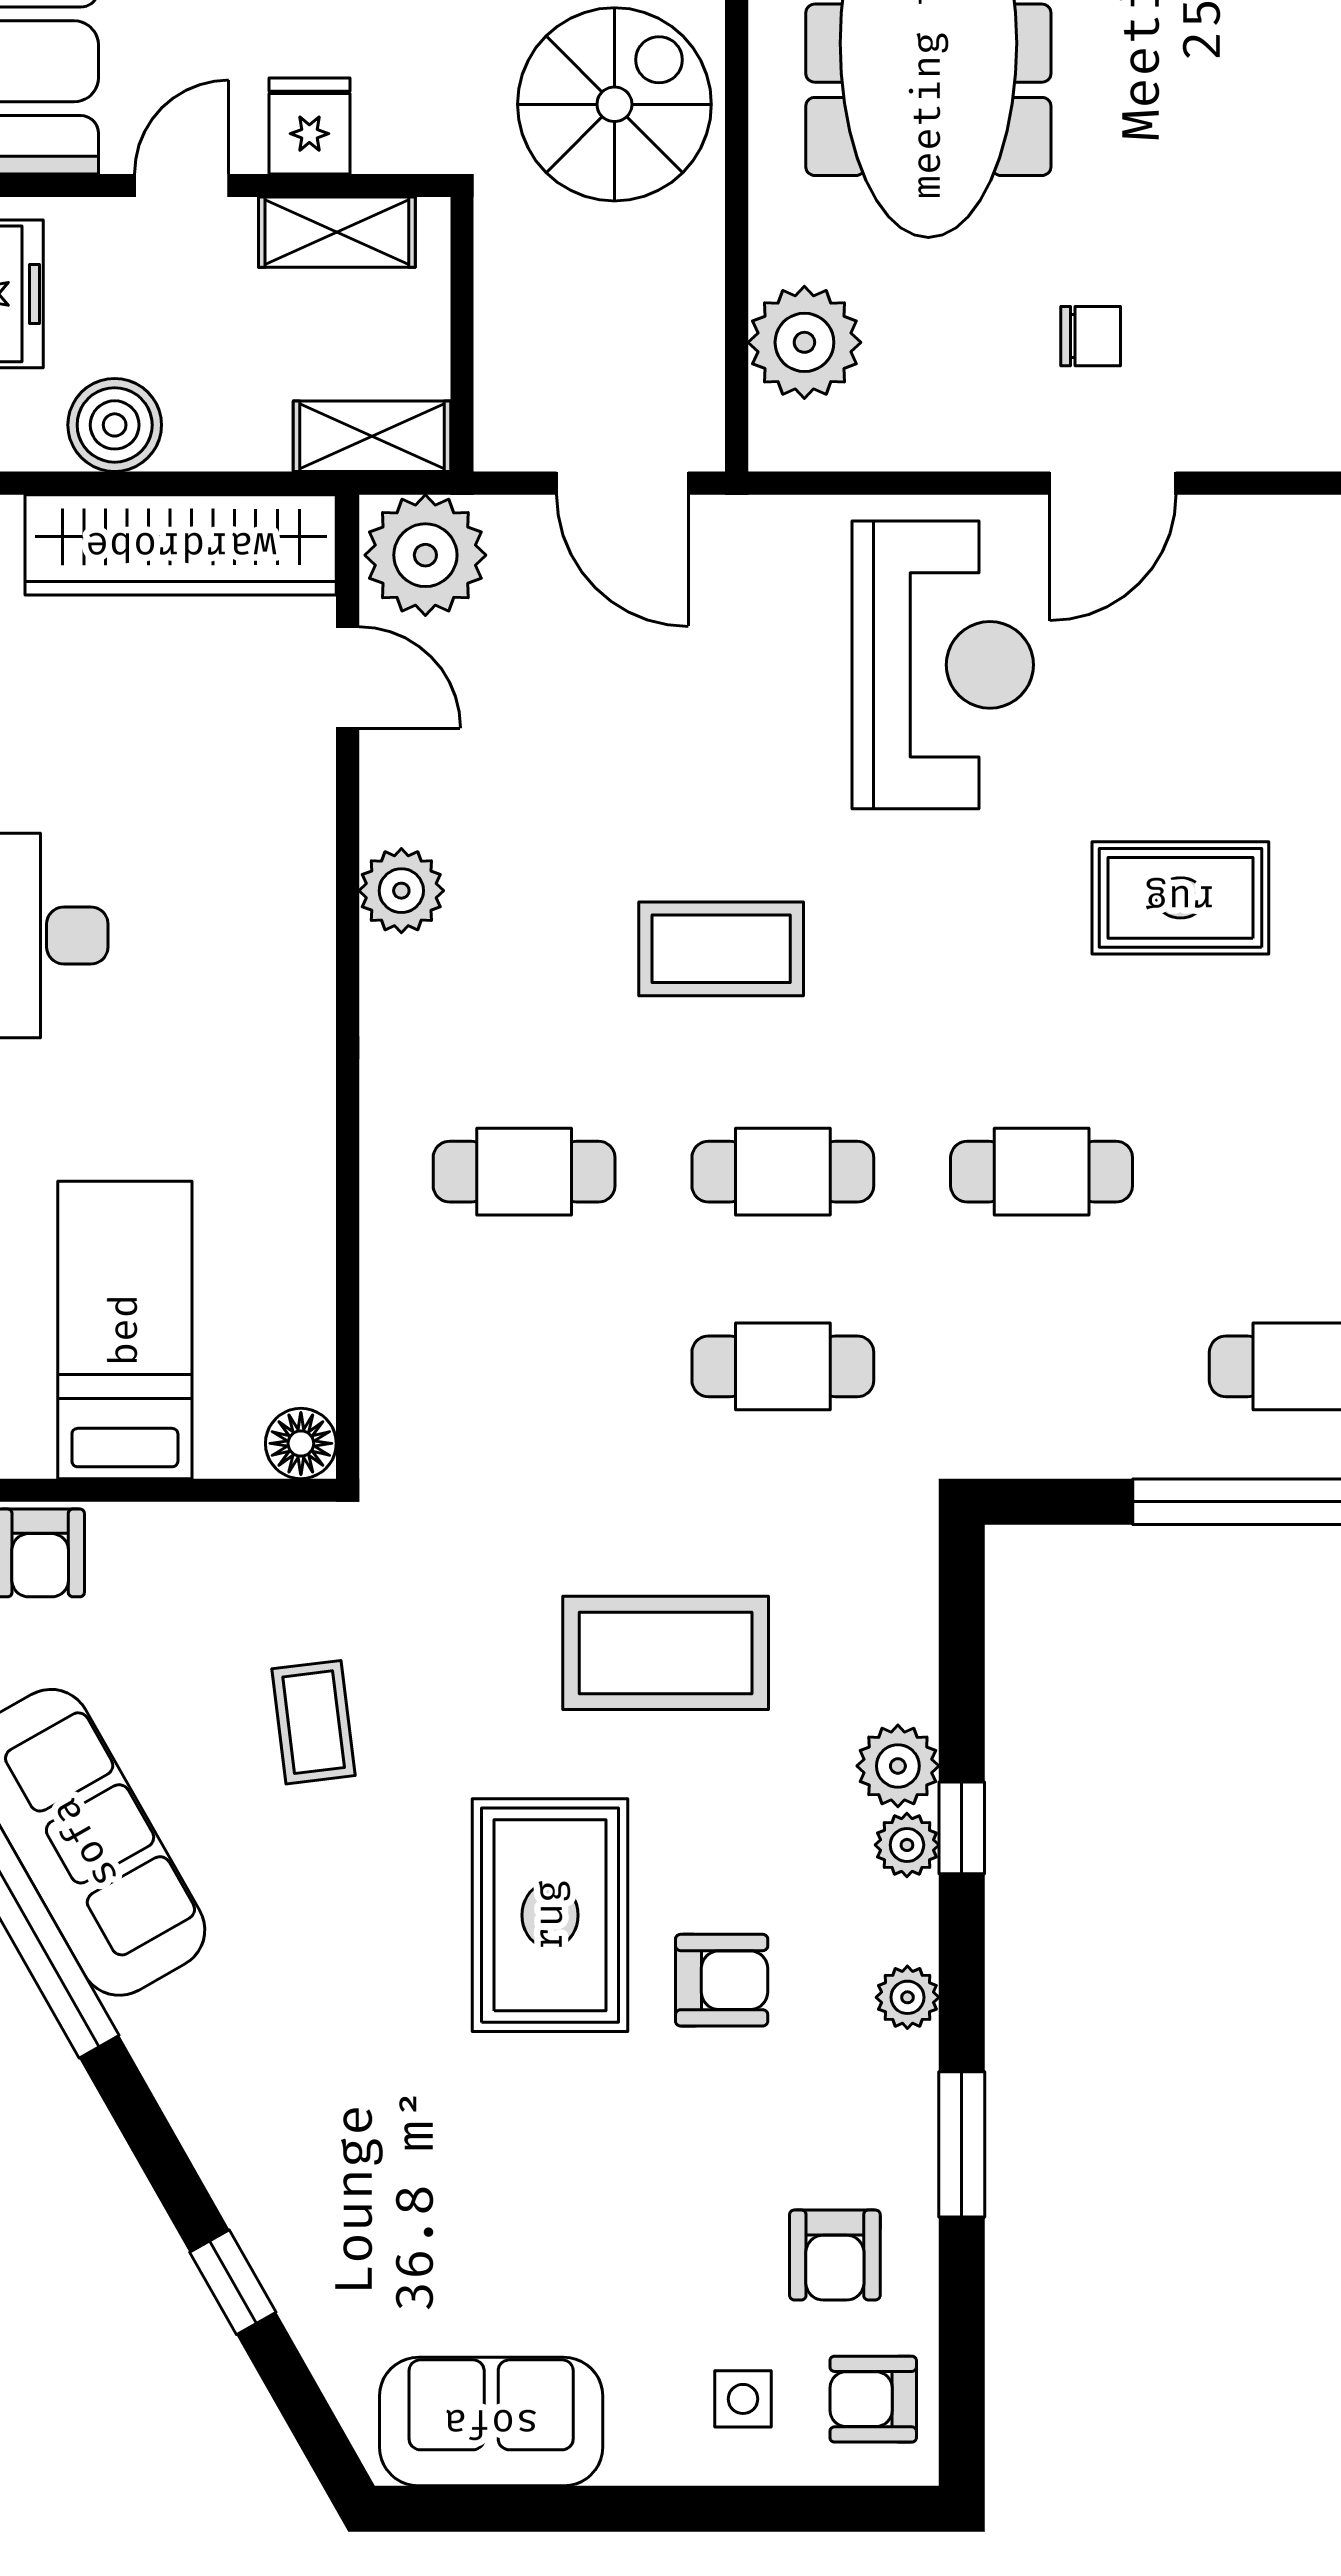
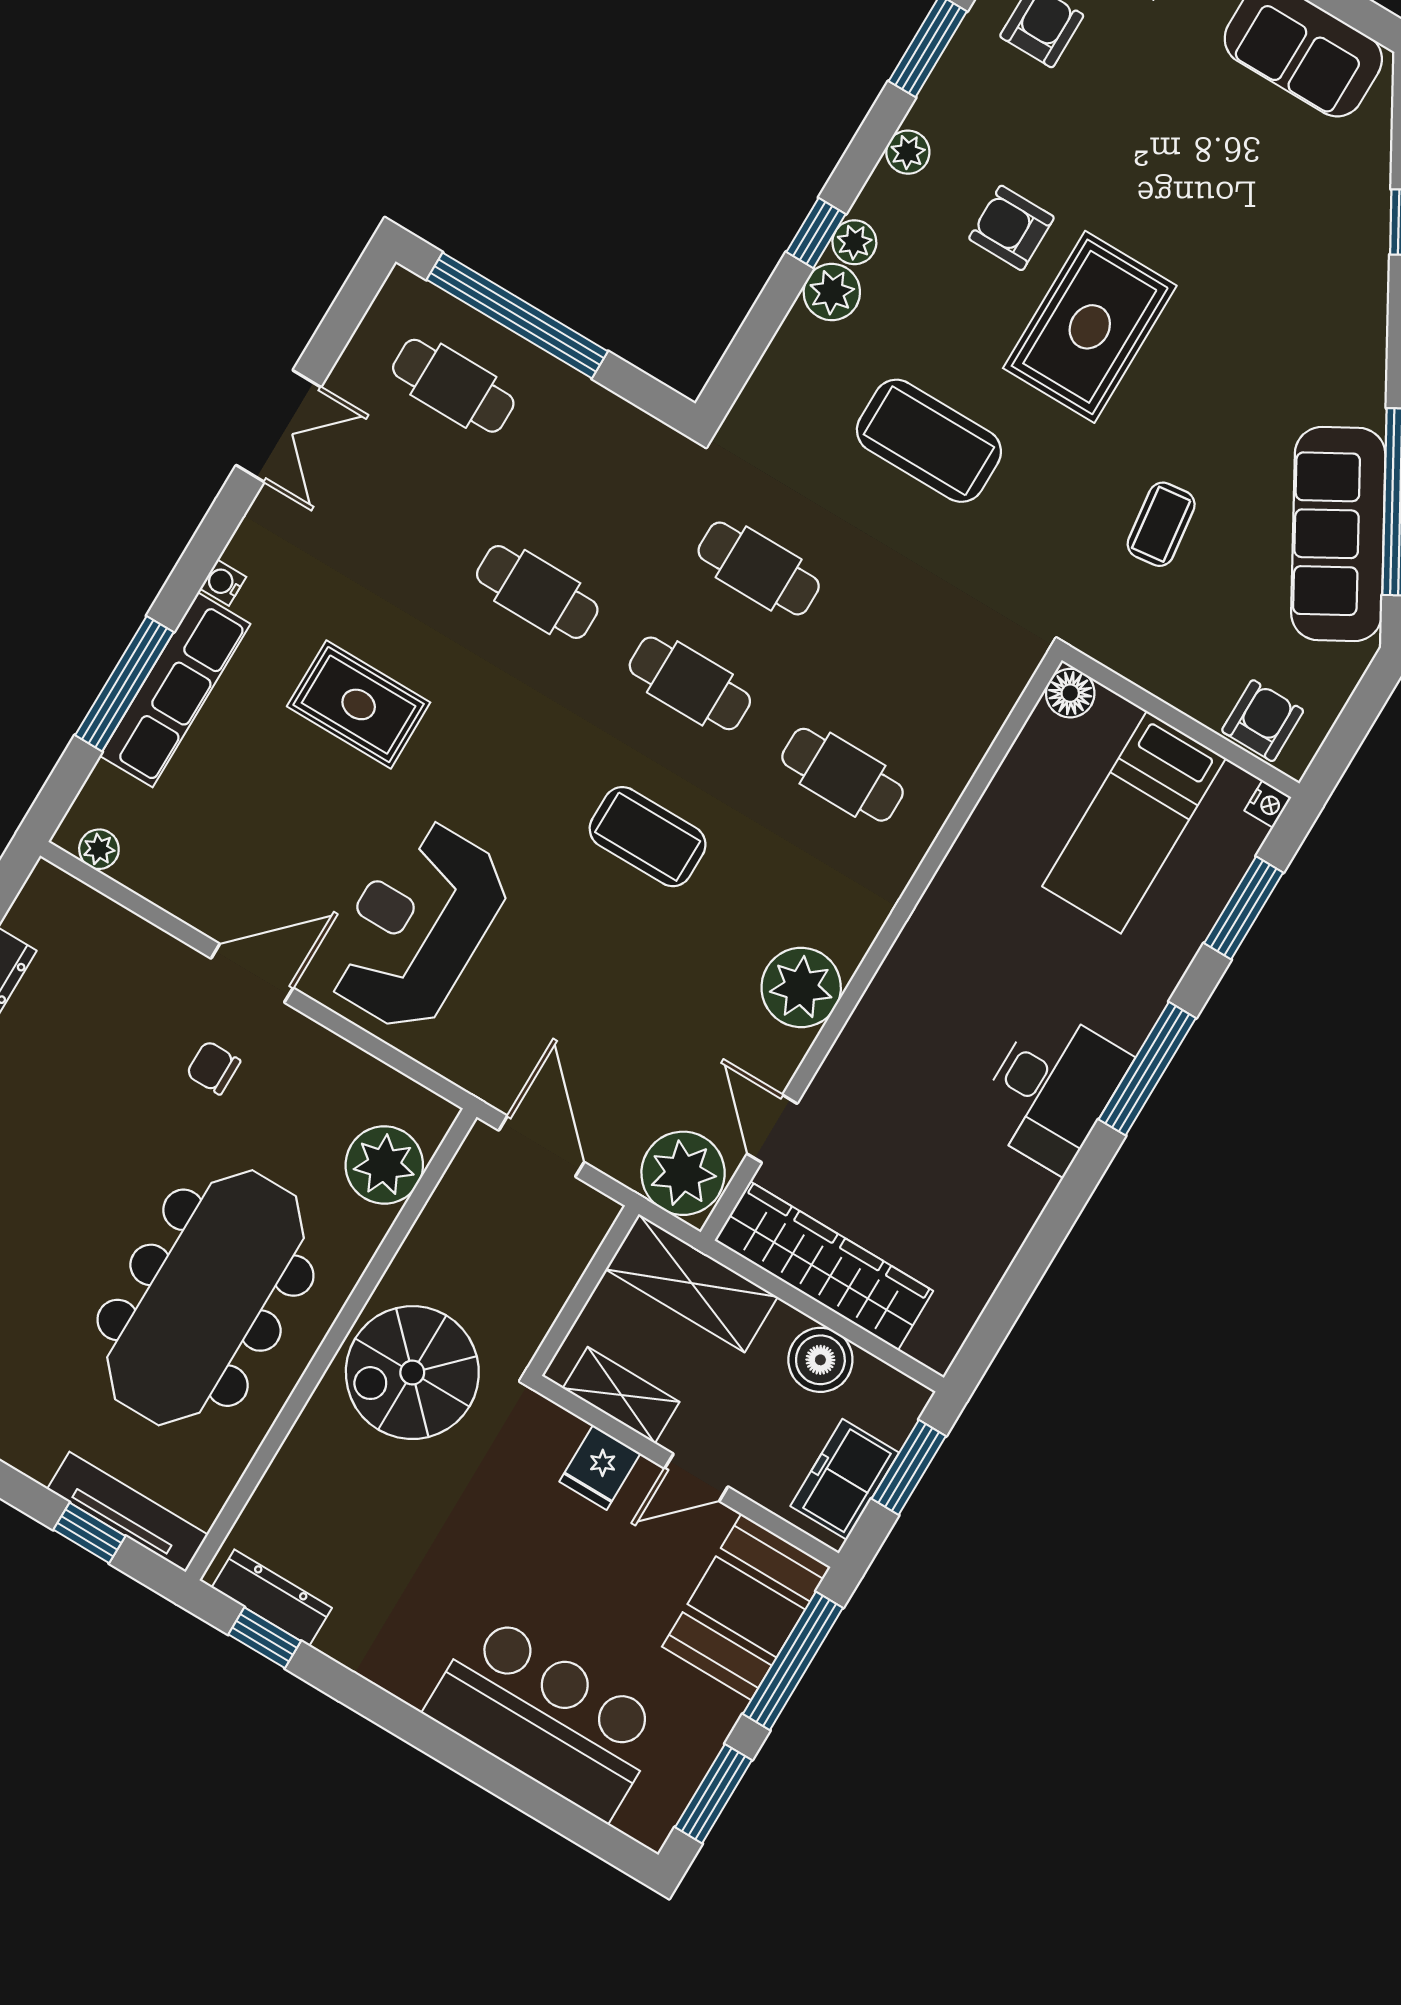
shelving: (372, 436) -> (692, 1283), width x1.50, depth x1.33
plant: (401, 891) -> (801, 987), width x1.36, depth x1.36

